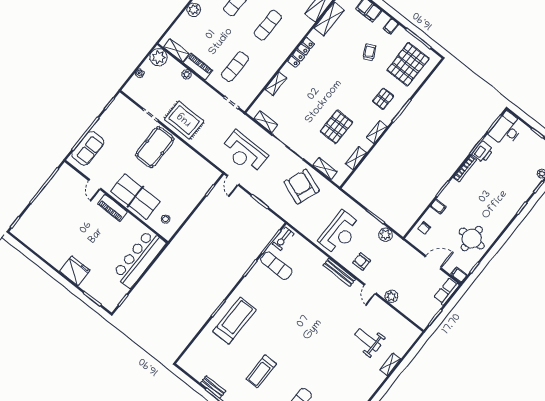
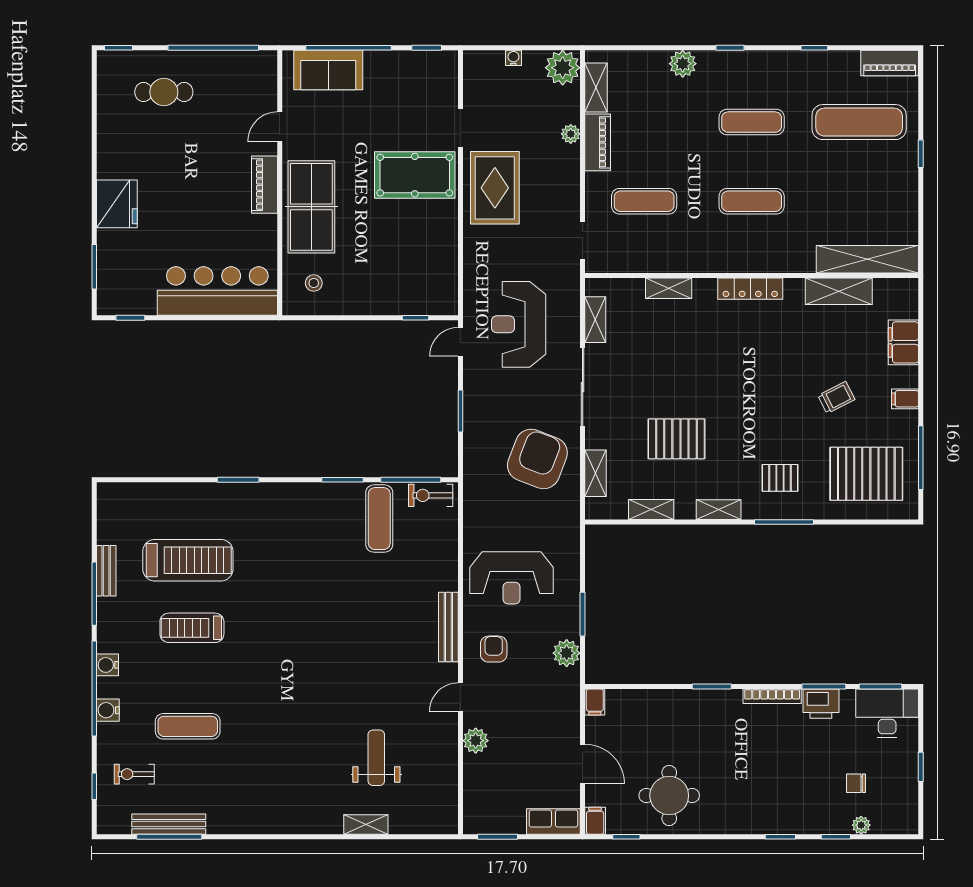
filing cabinet: (438, 207) -> (595, 702), moved
cafe table: (46, 218) -> (164, 92), added
chair: (424, 228) -> (856, 783), moved
treadmill: (234, 321) -> (188, 560), moved

